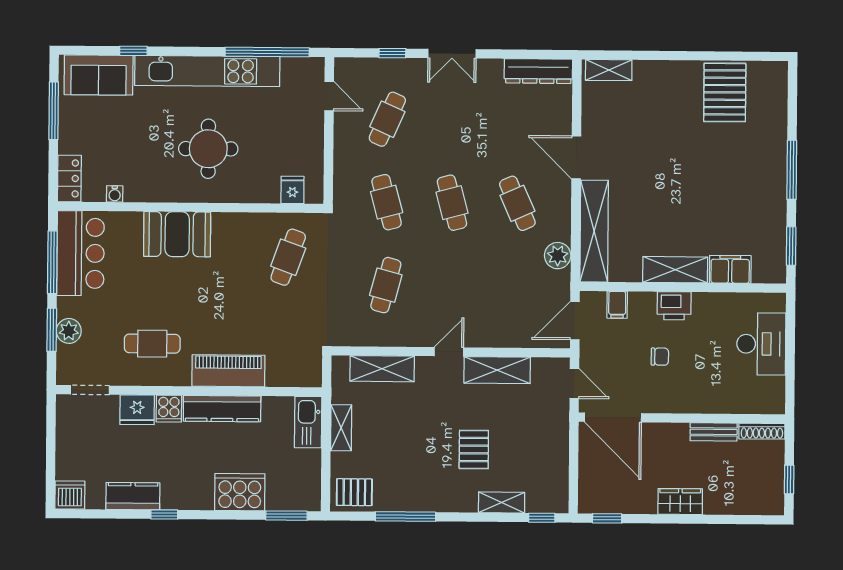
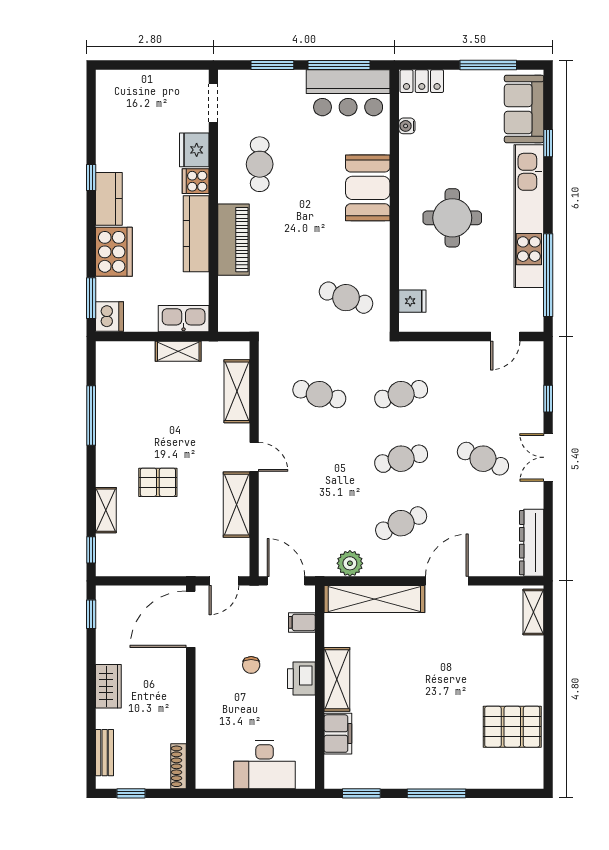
cafe table: (387, 119) -> (483, 459), moved
plant: (69, 331) -> (271, 82), removed
bench: (714, 432) -> (105, 753), moved
pallet: (354, 492) -> (115, 365), removed
dishwasher: (70, 495) -> (110, 317), moved
kitchen counter: (133, 496) -> (109, 199), moved

